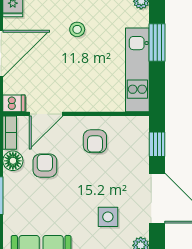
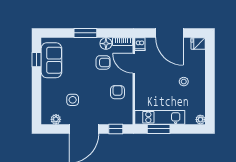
window: (157, 43) -> (159, 129), moved
armchair: (95, 141) -> (117, 92), turned 90

